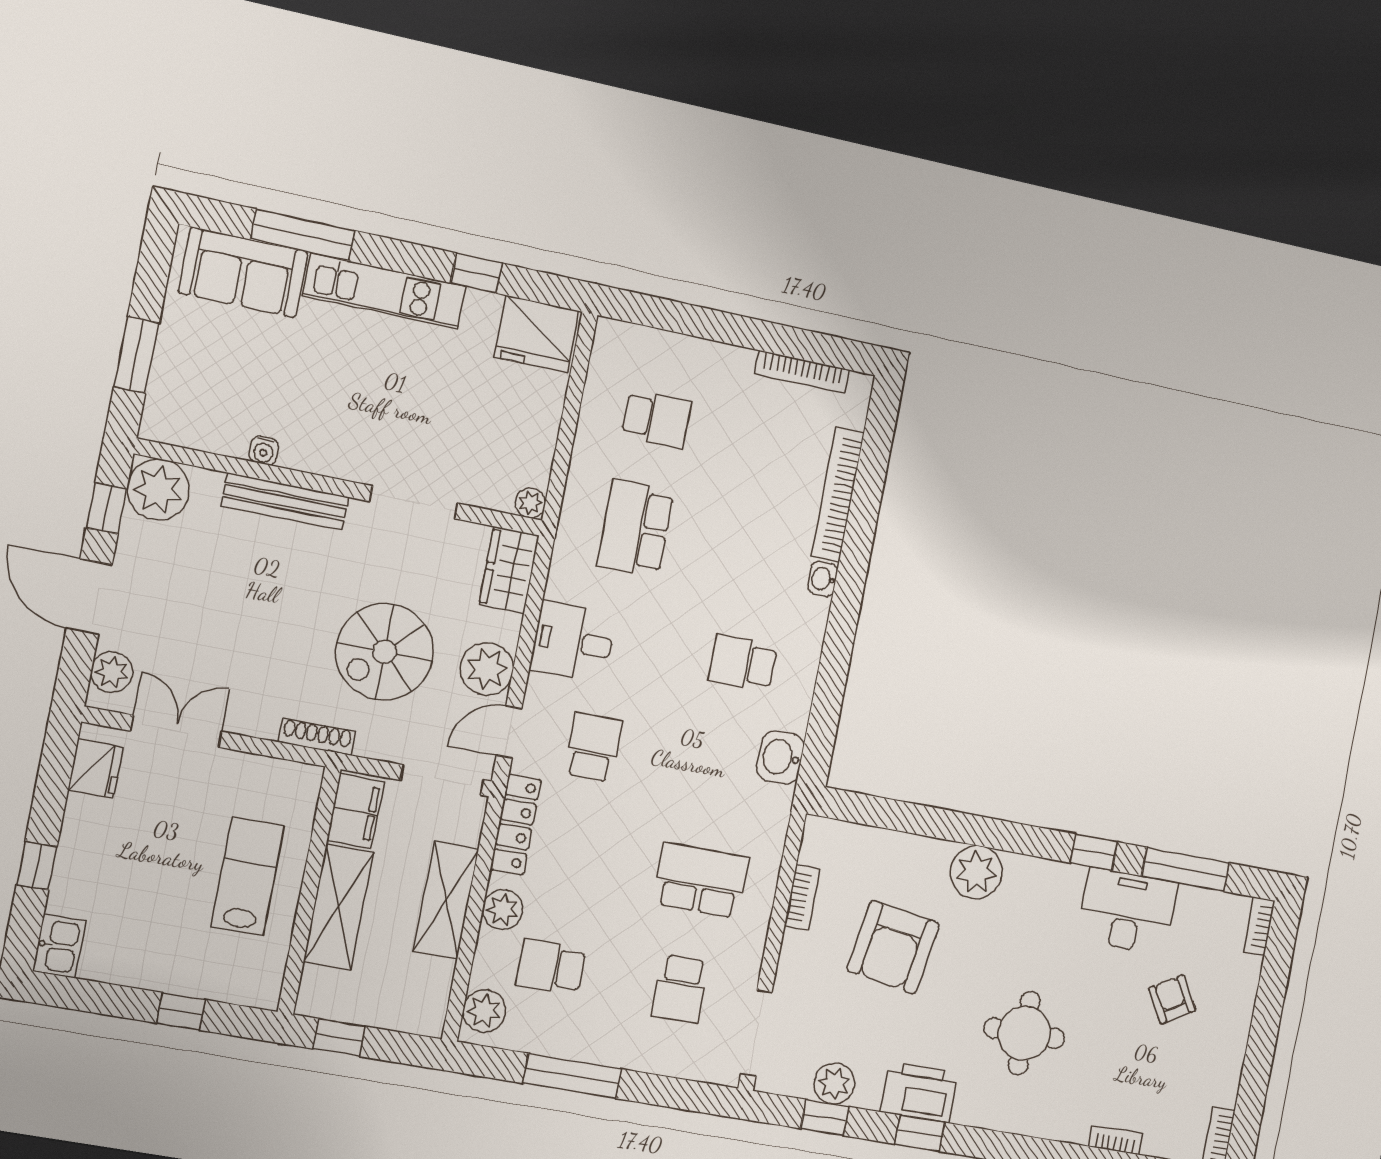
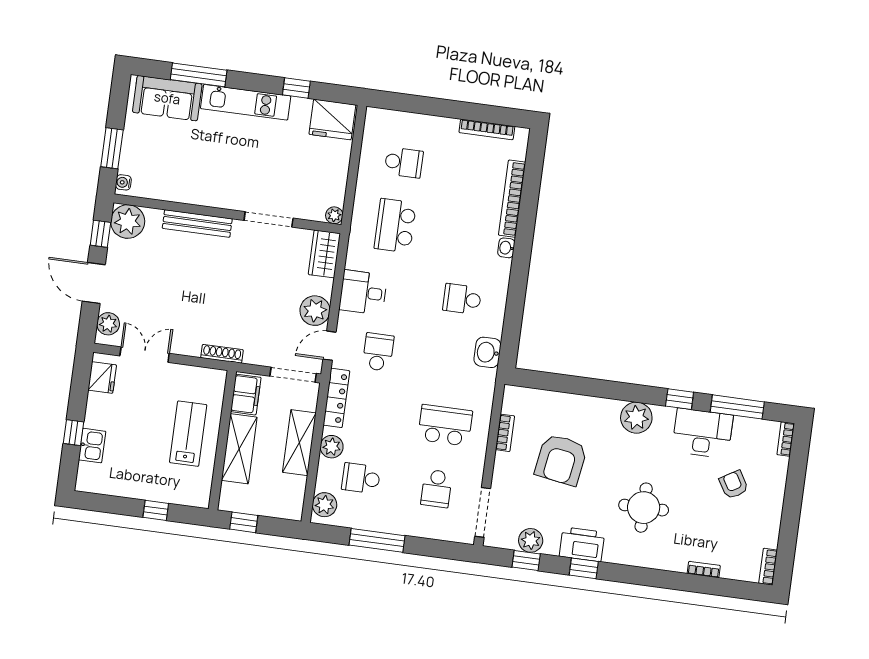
water cooler: (264, 451) -> (123, 182), moved, turned 90
spiral stairs: (385, 652) -> (257, 304), removed
plant: (976, 872) -> (636, 418), moved
kitchen sink: (59, 946) -> (92, 446), moved

